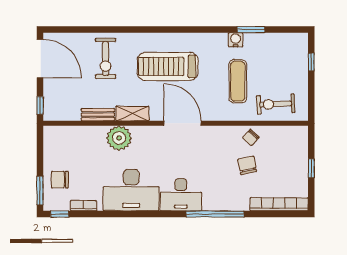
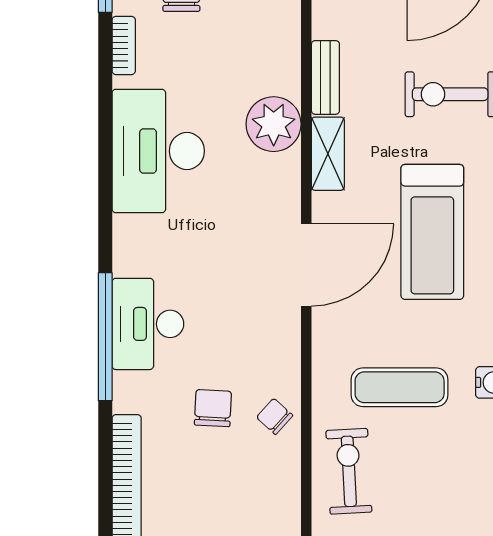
treadmill: (168, 66) -> (432, 232), turned 180
chair: (247, 165) -> (213, 408), turned -75
desk: (181, 195) -> (148, 324), moved

